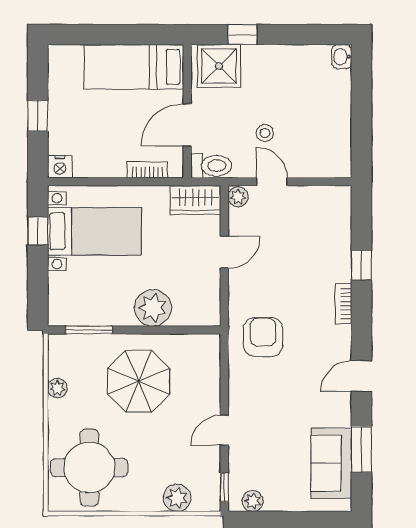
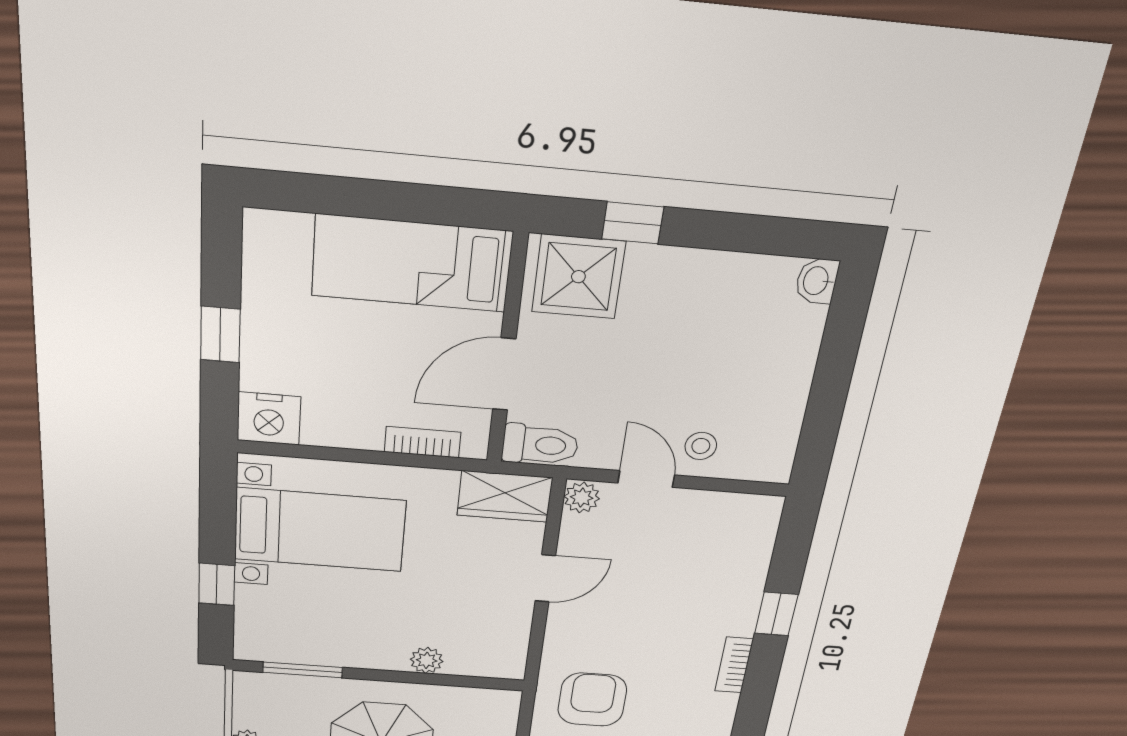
stool: (265, 133) -> (701, 446), moved
nightstand: (60, 167) -> (269, 419), width x1.36, depth x1.33
window: (38, 231) -> (217, 584), moved
plant: (153, 308) -> (427, 660), width x0.53, depth x0.53

